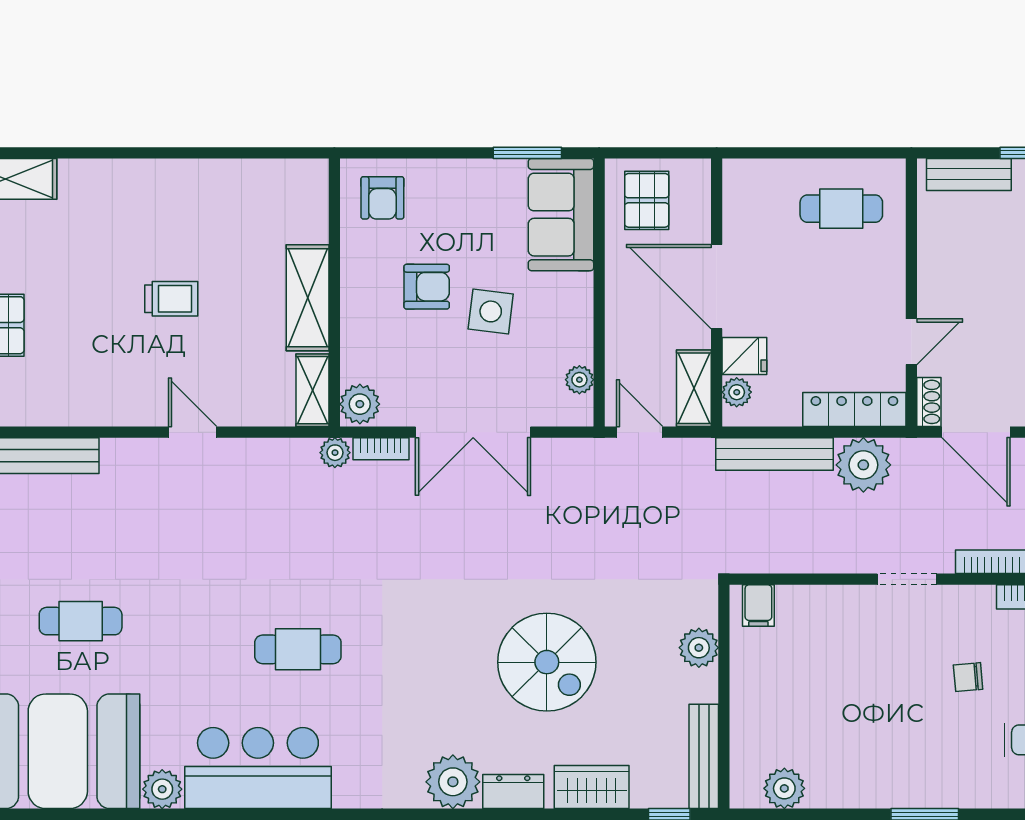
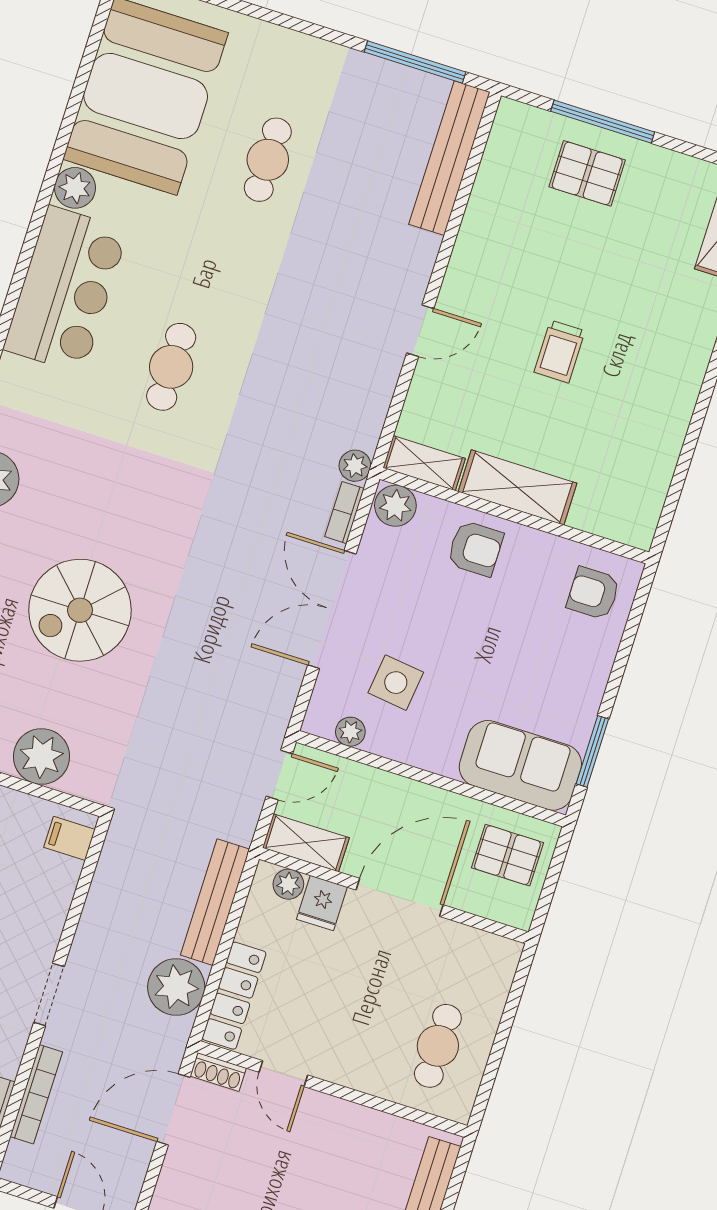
armchair: (427, 287) -> (475, 548), moved, turned -90
side table: (491, 311) -> (396, 683), moved
plant: (699, 648) -> (42, 756), width x1.36, depth x1.36

